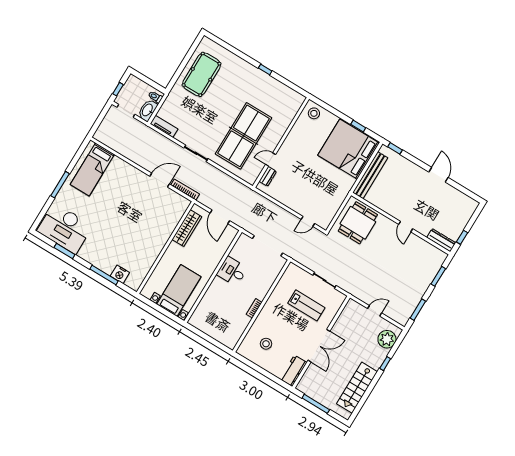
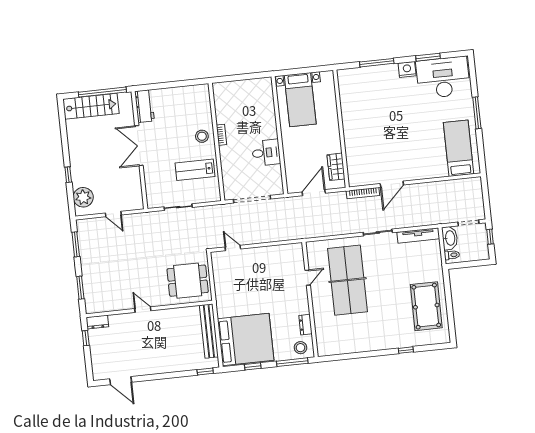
window: (265, 69) -> (406, 350), moved
window: (328, 107) -> (292, 362), added
tv unit: (164, 126) -> (418, 235), width x1.41
door: (439, 175) -> (121, 381), moved
dresser: (268, 176) -> (305, 325), moved
door: (220, 217) -> (314, 193), hinge flipped
door: (308, 221) -> (233, 248), hinge flipped
dining table: (358, 223) -> (188, 281), turned 90
wardrobe: (187, 228) -> (336, 167), width x0.67
dresser: (441, 240) -> (97, 322), width x0.70
nightstand: (120, 274) -> (407, 69), moved
lab bench: (306, 305) -> (195, 170), moved
door: (375, 311) -> (113, 214), hinge flipped
stool: (266, 344) -> (202, 136), moved
stairs: (357, 388) -> (91, 106), moved, turned 90
window: (316, 404) -> (102, 92), width x1.46

